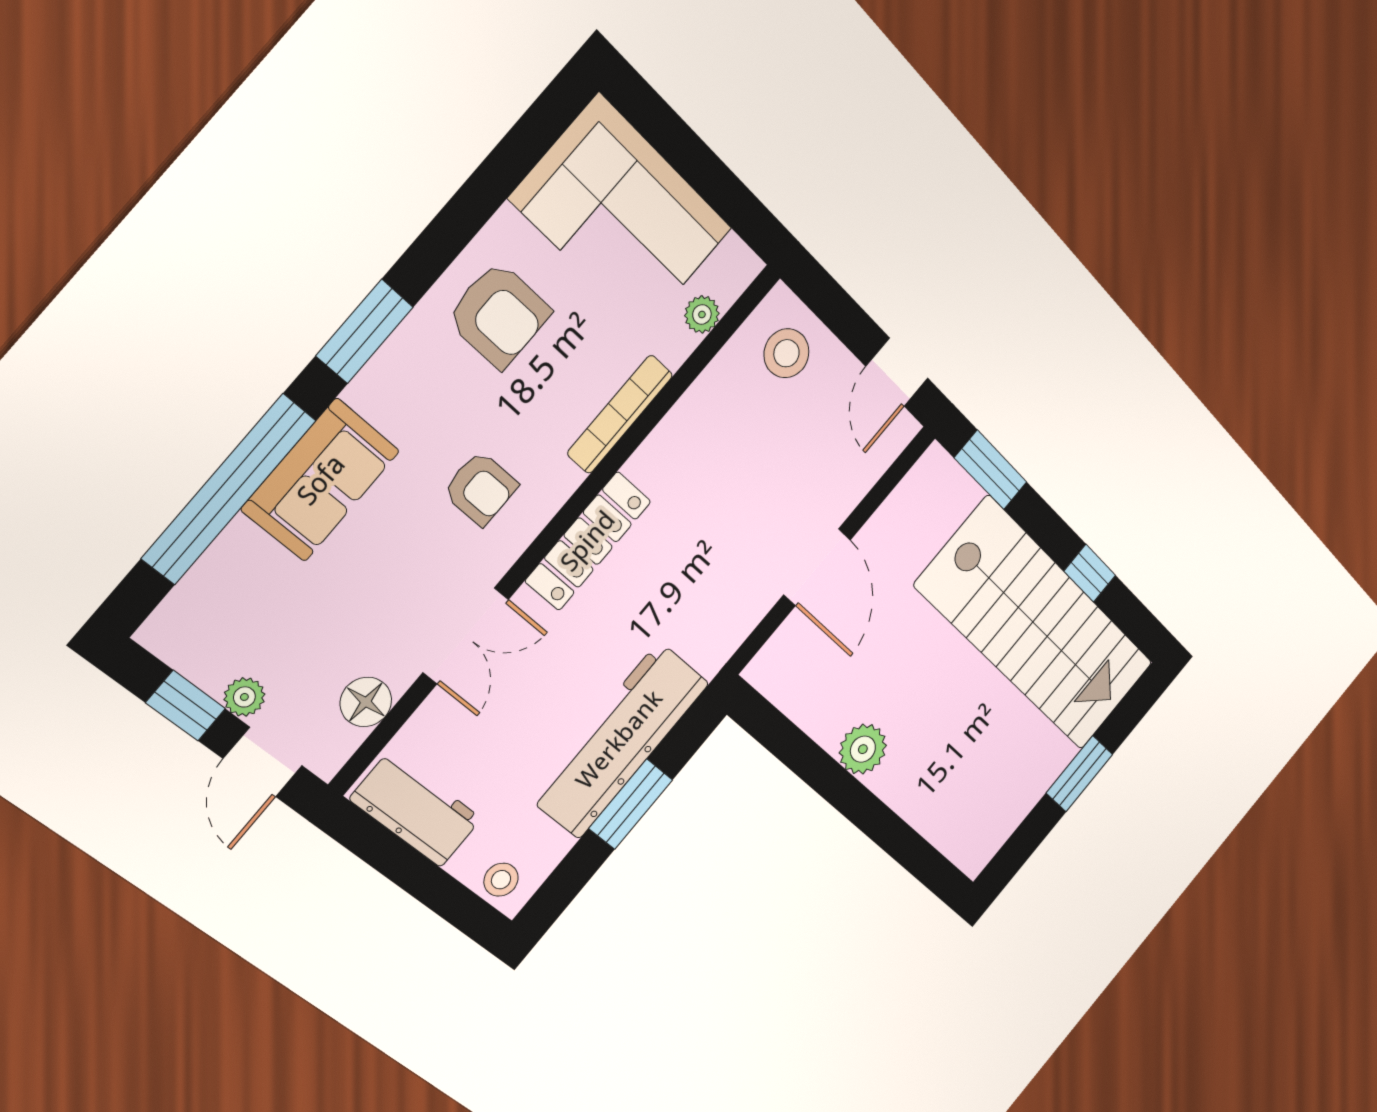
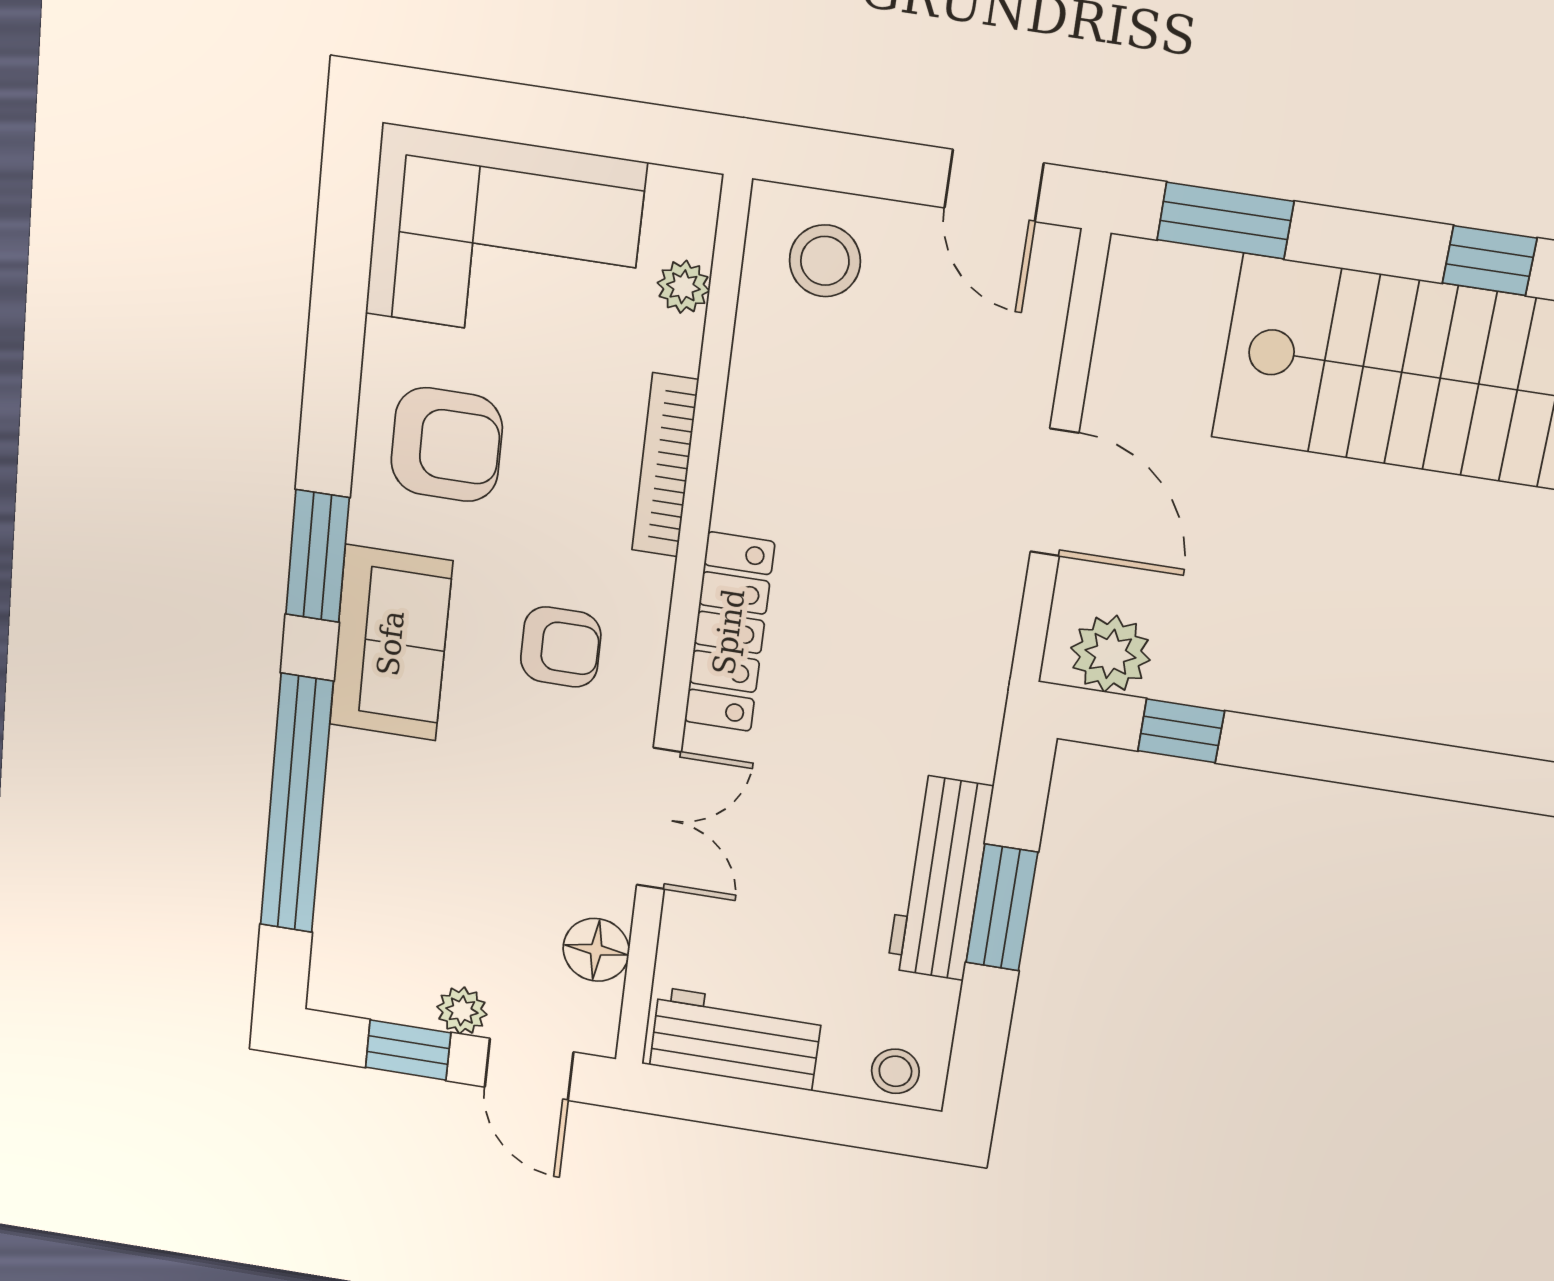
sofa: (321, 480) -> (391, 643), moved
workbench: (619, 740) -> (940, 878), width x0.73, depth x0.76
window: (793, 748) -> (1181, 731), added
plant: (863, 749) -> (1110, 654), moved

